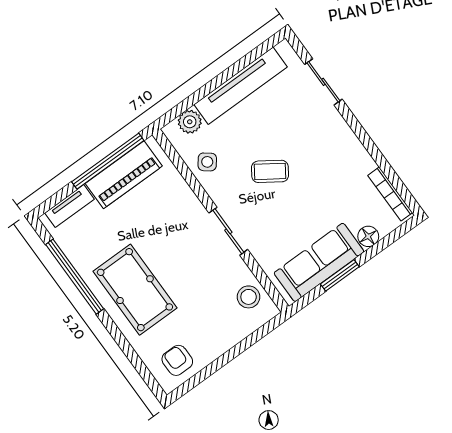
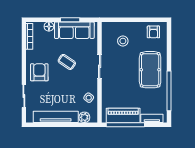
armchair: (327, 143) -> (39, 72), added
coffee table: (270, 171) -> (67, 62), moved
stool: (249, 297) -> (123, 41), moved

